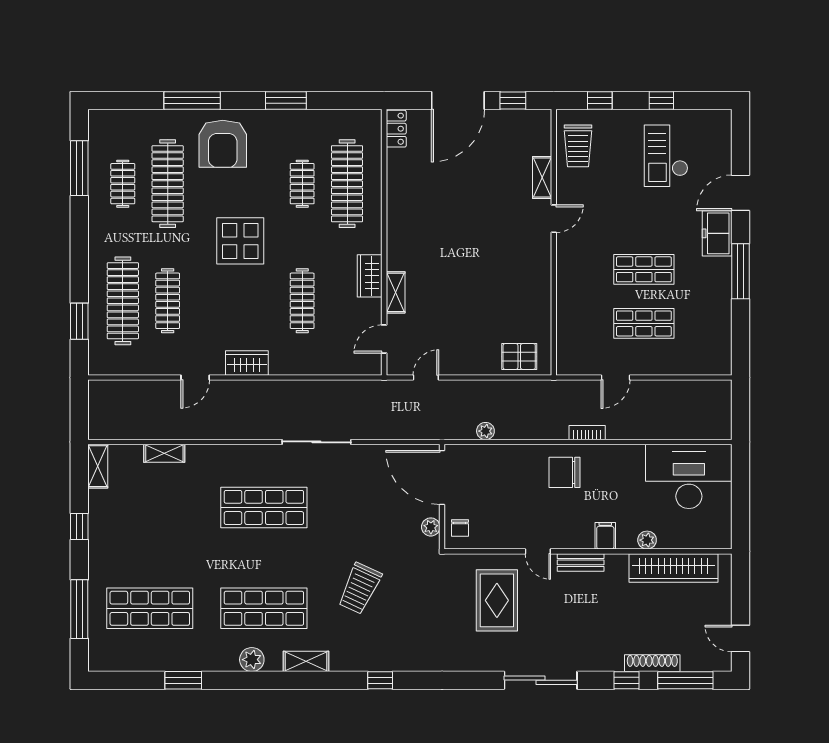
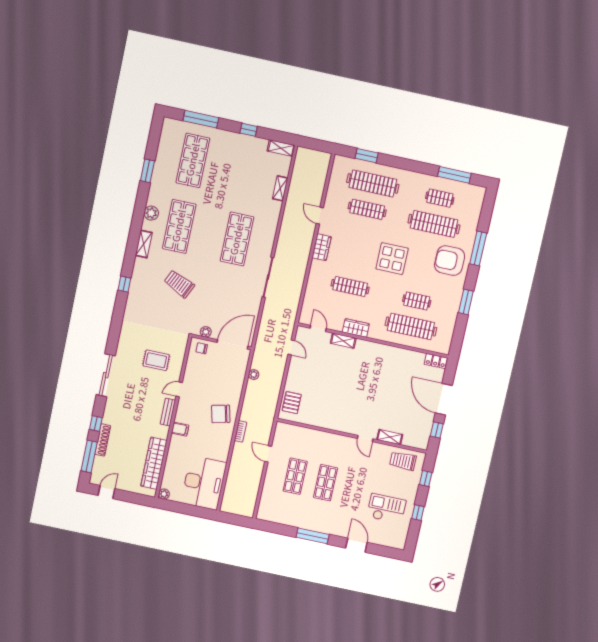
freezer: (717, 233) -> (337, 528), removed
chair: (564, 472) -> (221, 414), turned -103
plant: (647, 540) -> (164, 494), moved
rug: (497, 600) -> (156, 360), width x0.73, depth x0.70

